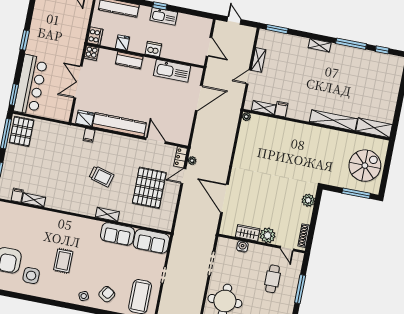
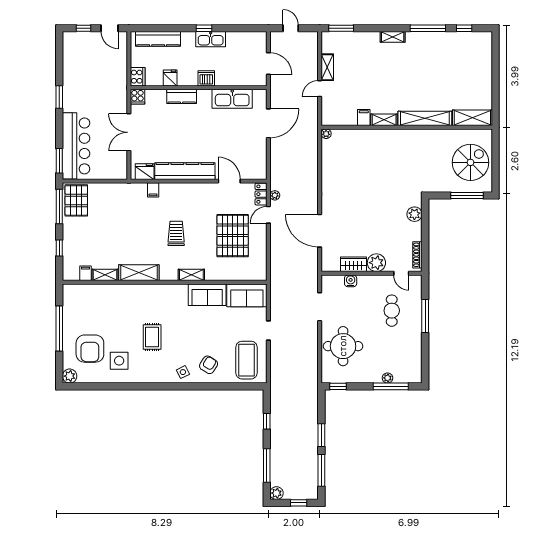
shelving: (264, 108) -> (384, 120), moved
trolley: (101, 176) -> (176, 233), turned -105
shelving: (63, 204) -> (139, 273), added

